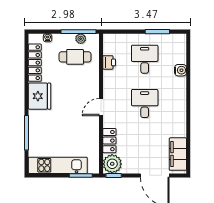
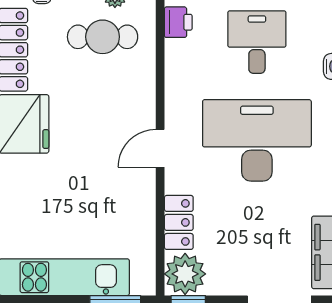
printer: (109, 62) -> (178, 22), moved
desk: (145, 104) -> (257, 140), width x1.87, depth x1.30

